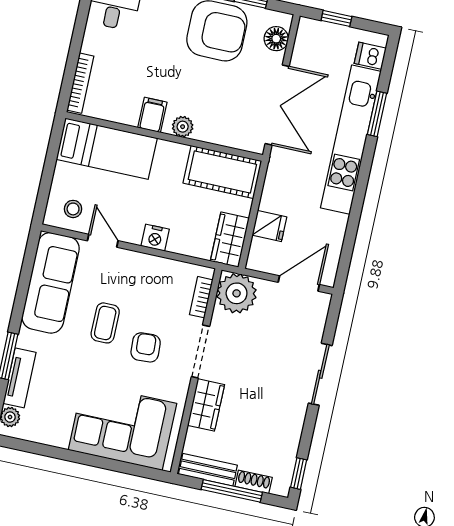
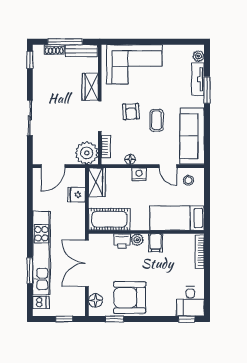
printer: (209, 130) -> (122, 241), added
floor lamp: (165, 266) -> (130, 159), added

